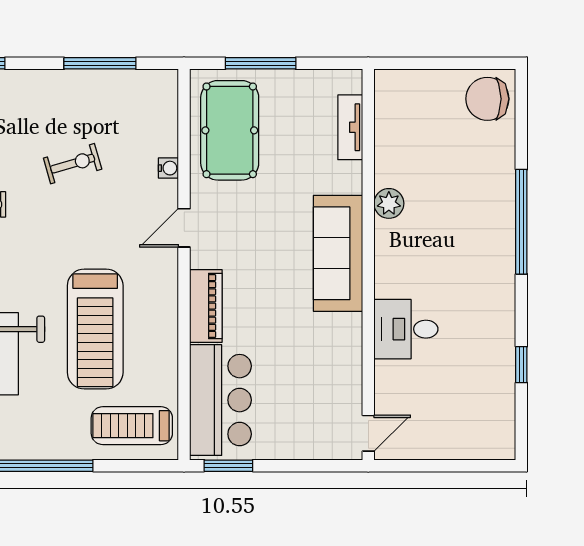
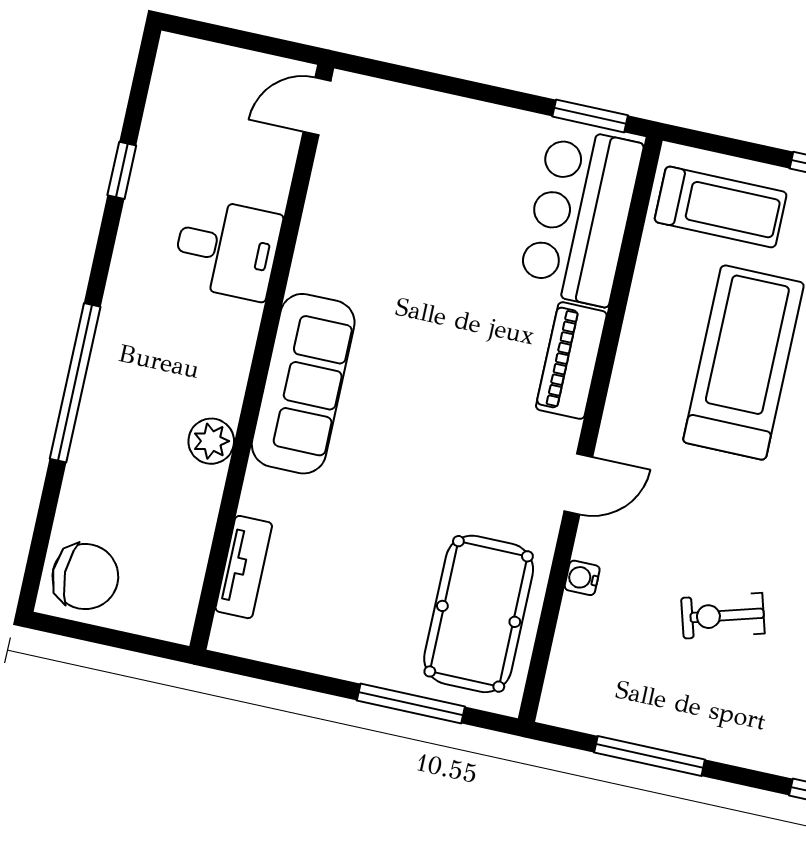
tv unit: (350, 127) -> (244, 567), moved
plant: (389, 203) -> (211, 441), moved
sofa: (338, 253) -> (303, 384), moved
wall: (368, 264) -> (262, 357), moved
desk: (406, 329) -> (227, 249), moved
door: (368, 433) -> (317, 106), moved

